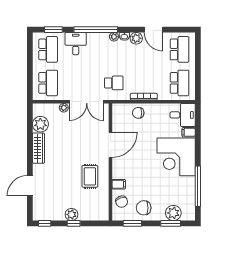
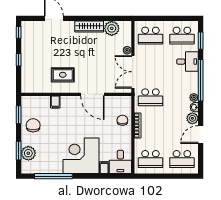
school desk: (114, 83) -> (150, 97), width x1.85
chair: (122, 202) -> (39, 105), removed
plant: (71, 214) -> (27, 58), removed

